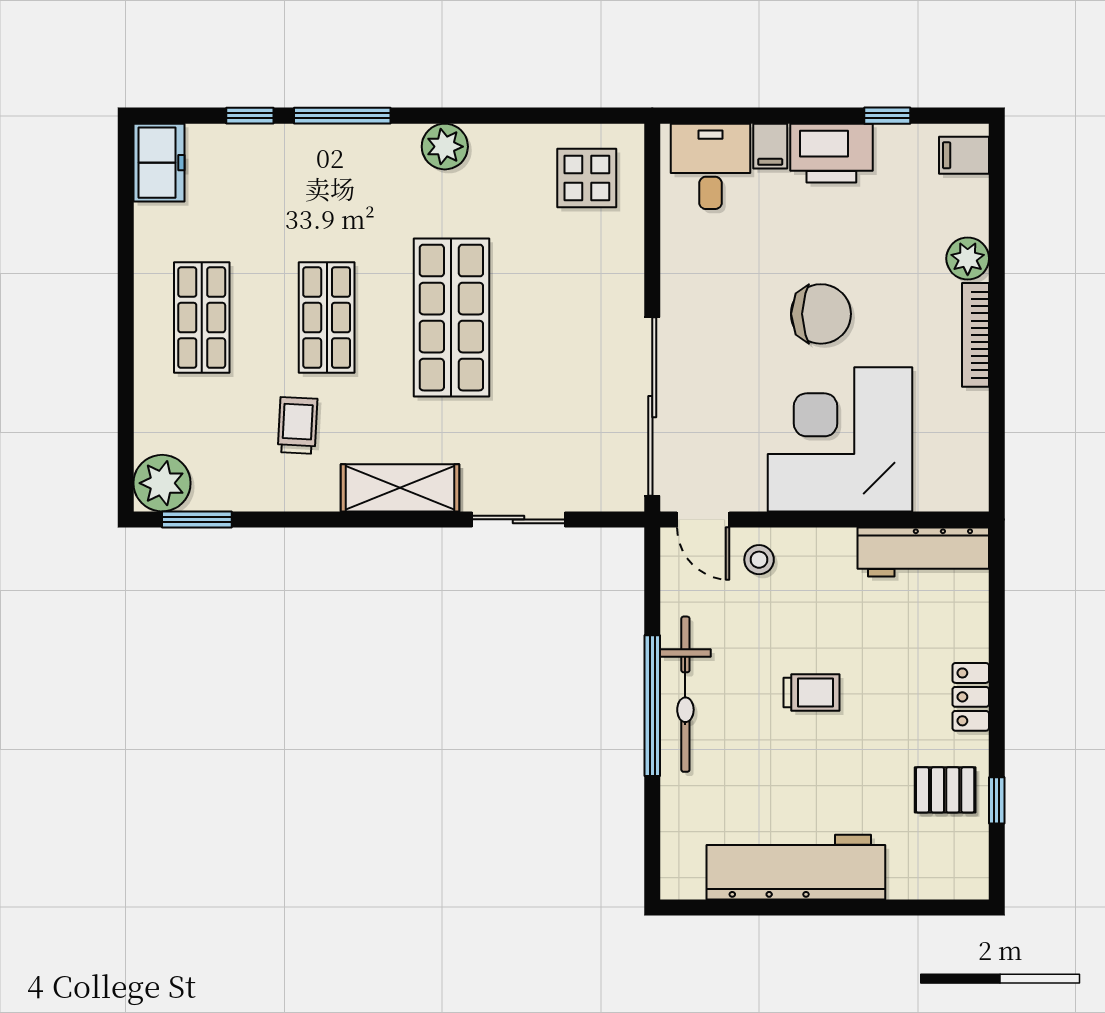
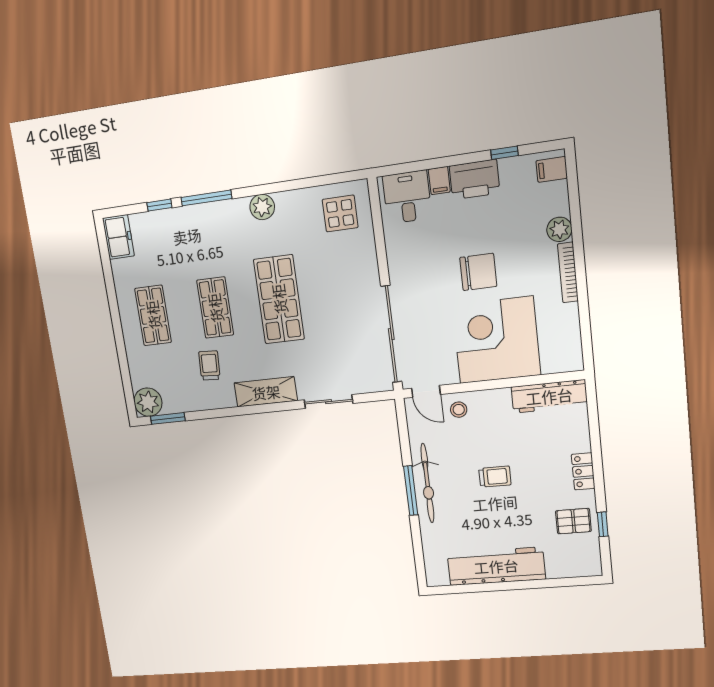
window: (652, 706) -> (411, 491), width x0.68

